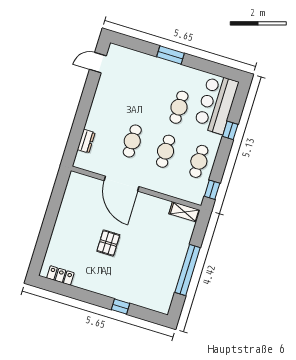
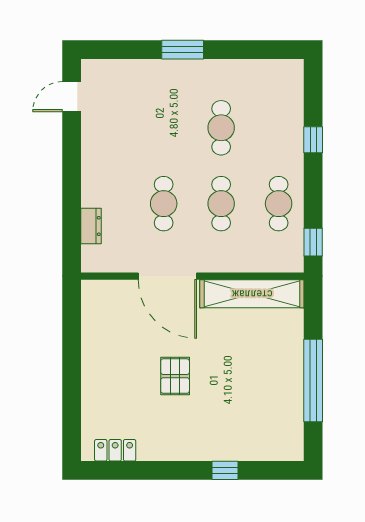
bar counter: (216, 104) -> (278, 105), removed
shelving: (185, 212) -> (252, 294), width x2.20, depth x1.33

